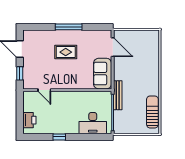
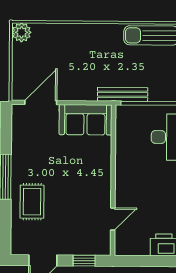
plant: (154, 36) -> (22, 32), added
rug: (66, 52) -> (32, 202), moved

